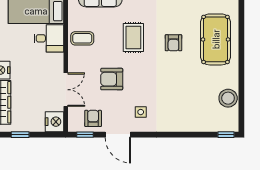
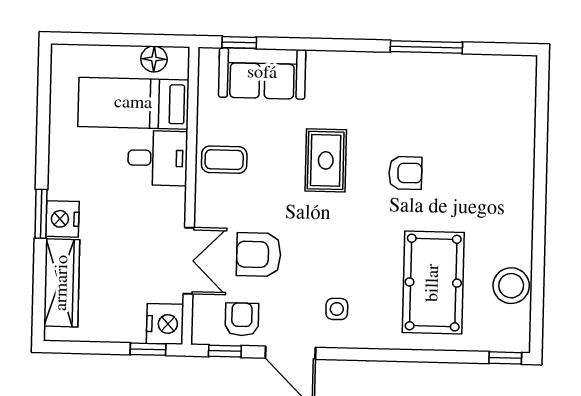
pool table: (216, 39) -> (433, 283), moved
armchair: (173, 43) -> (405, 173), turned -90
armchair: (112, 79) -> (259, 255), moved
window: (20, 135) -> (148, 349), moved

